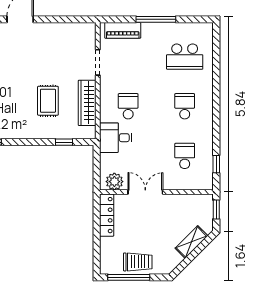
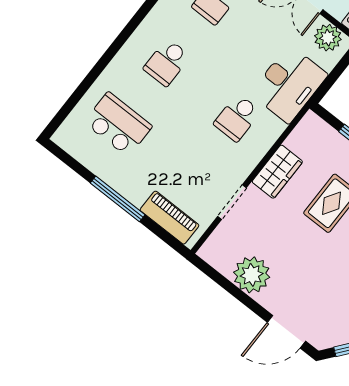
plant: (60, 34) -> (252, 275), added
wardrobe: (87, 103) -> (277, 172), width x0.67
desk: (116, 138) -> (289, 84), width x1.37

